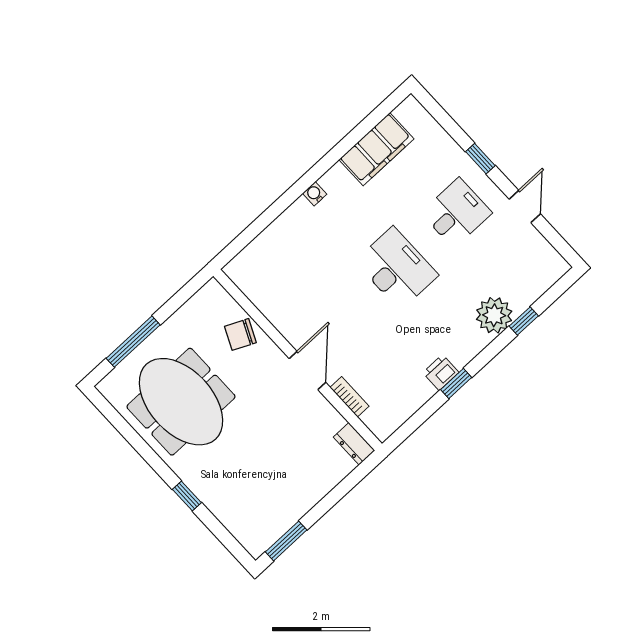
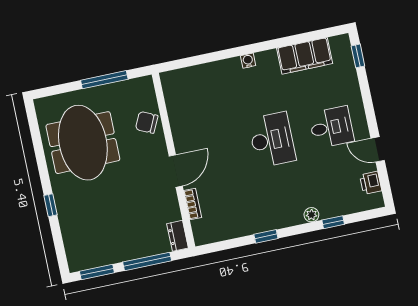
window: (480, 159) -> (358, 56), moved
door: (525, 207) -> (378, 149), swing flipped
plant: (494, 315) -> (311, 215), width x0.53, depth x0.53
window: (133, 342) -> (104, 80), moved
printer: (441, 373) -> (371, 183), moved, turned -90
window: (337, 494) -> (147, 261), added

